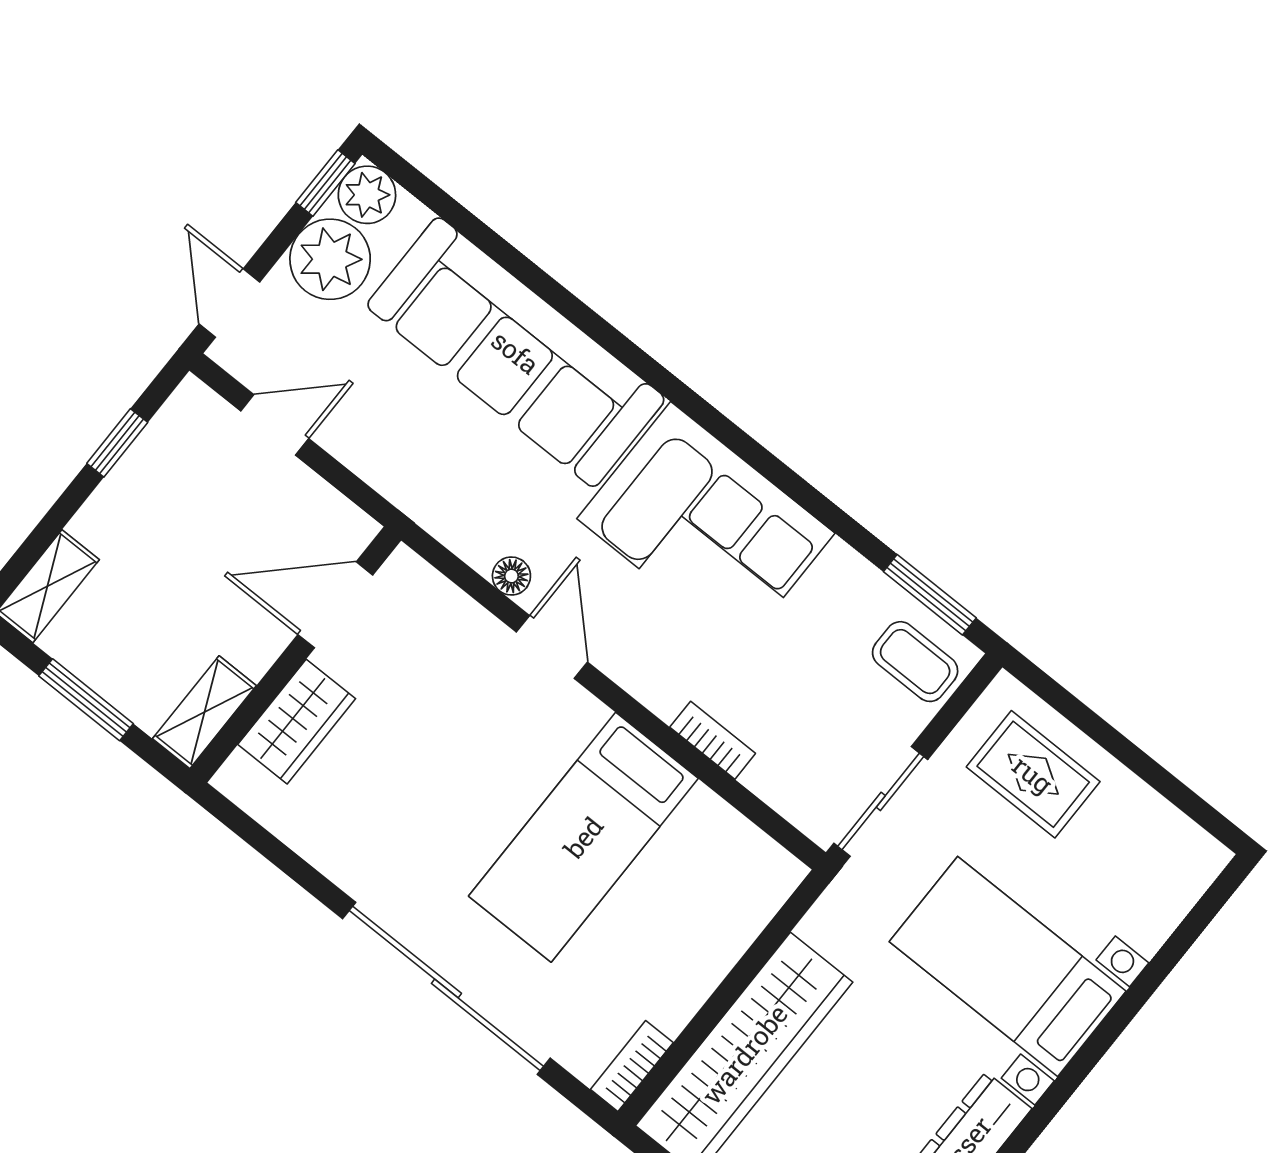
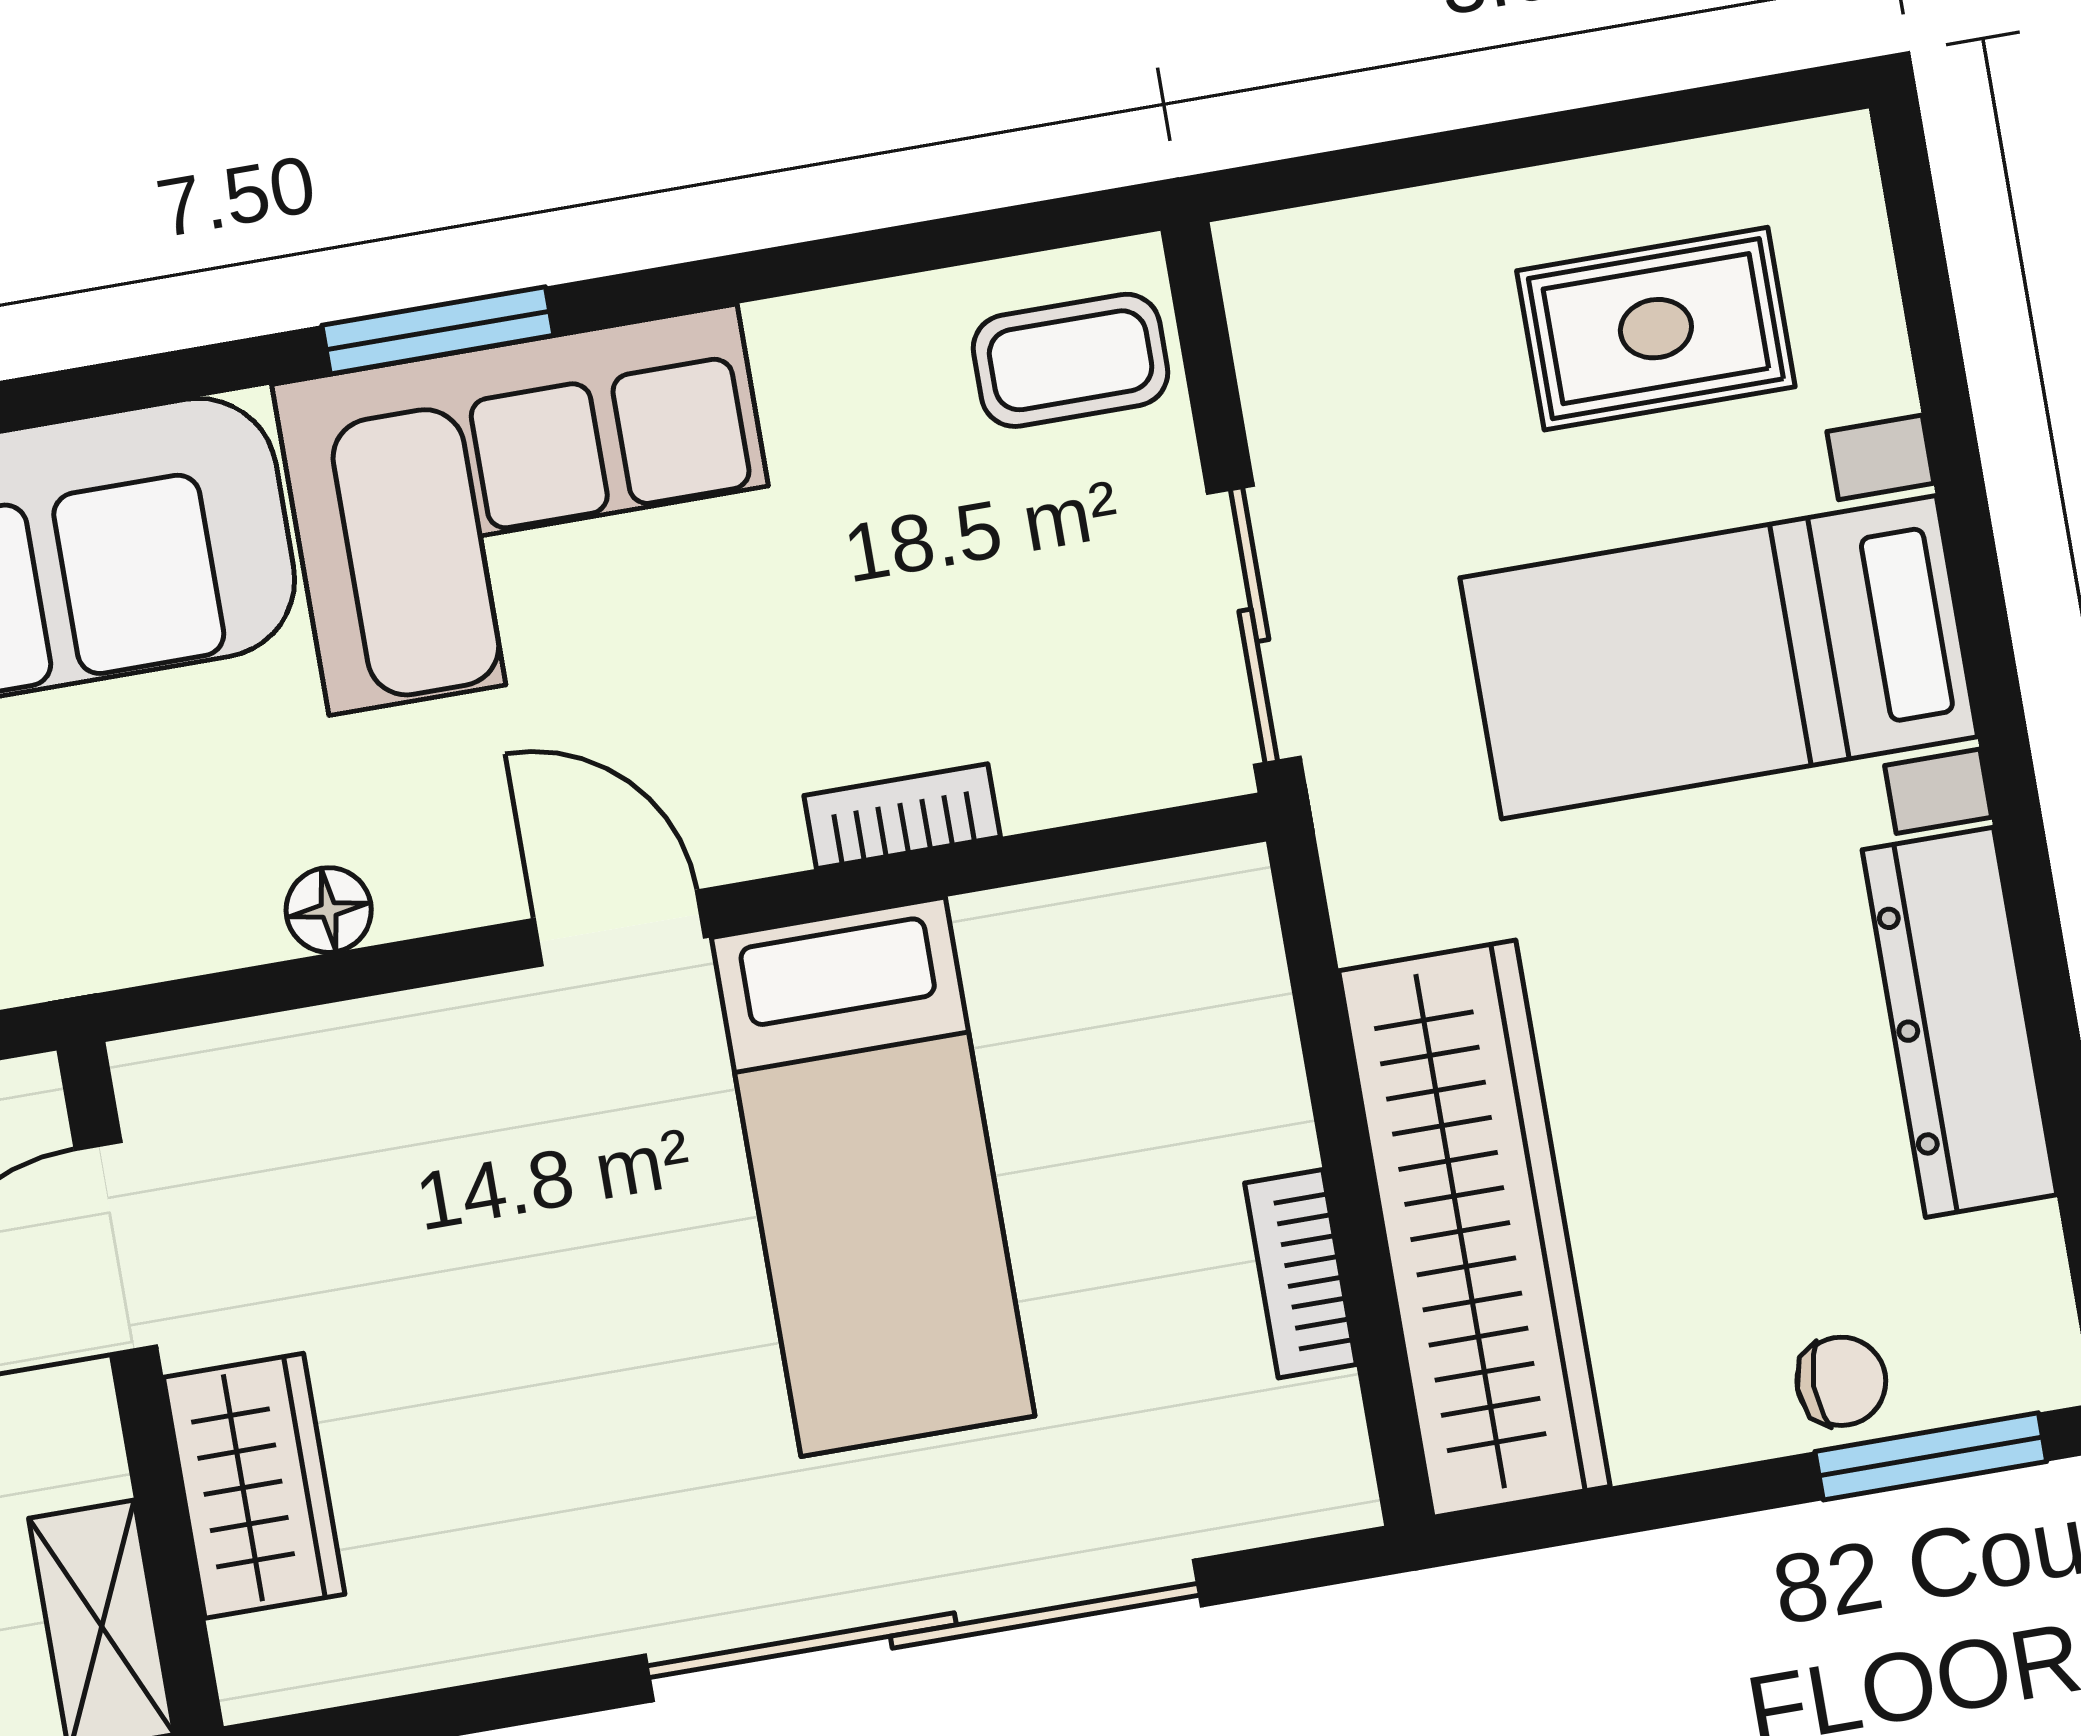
window: (930, 595) -> (438, 330), moved
door: (552, 647) -> (619, 928), moved
rug: (1033, 774) -> (1656, 329), moved
bookcase: (632, 1066) -> (1301, 1274), moved

